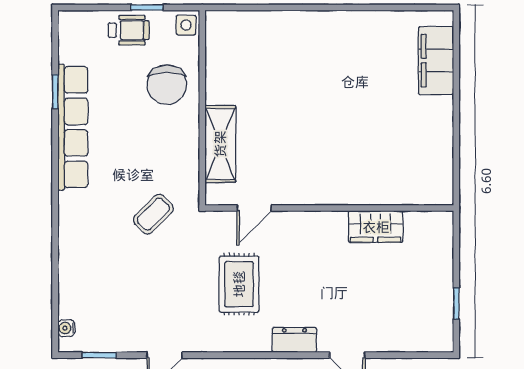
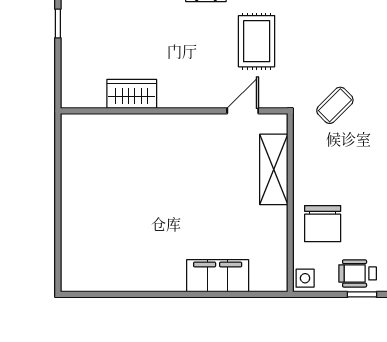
window: (147, 7) -> (362, 294), moved
filing cabinet: (436, 61) -> (218, 276), moved, turned -90
chair: (167, 85) -> (323, 224), turned 180

